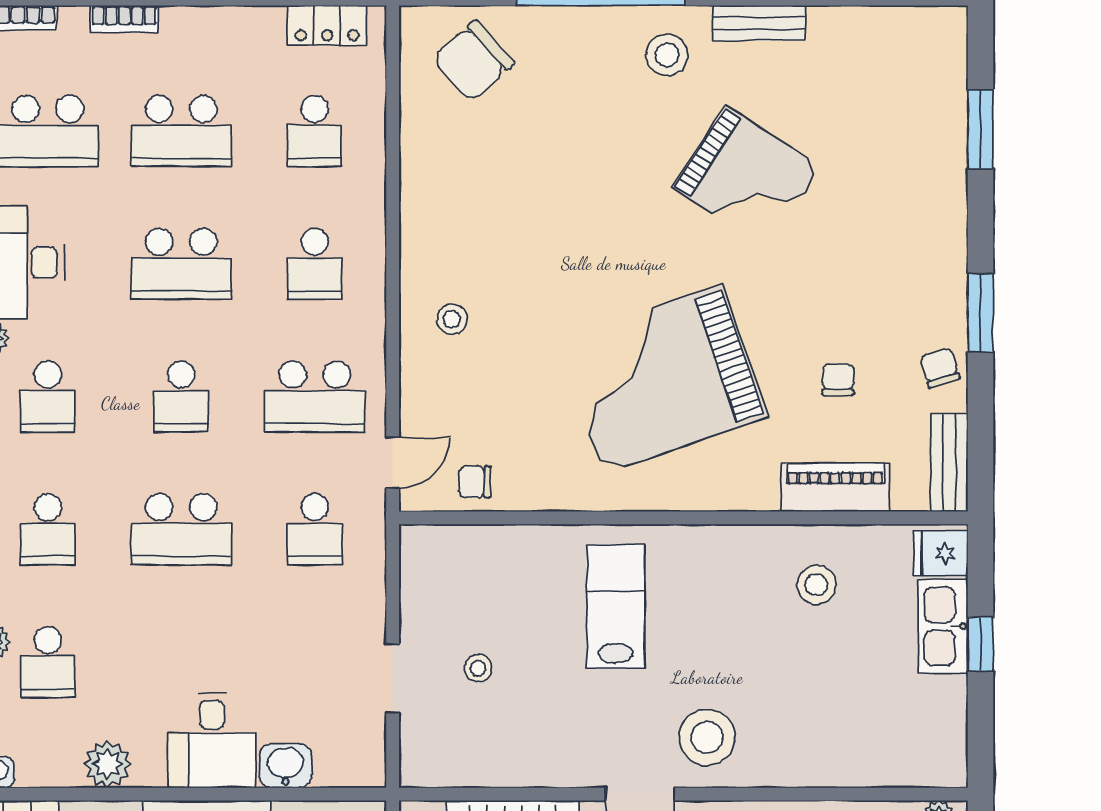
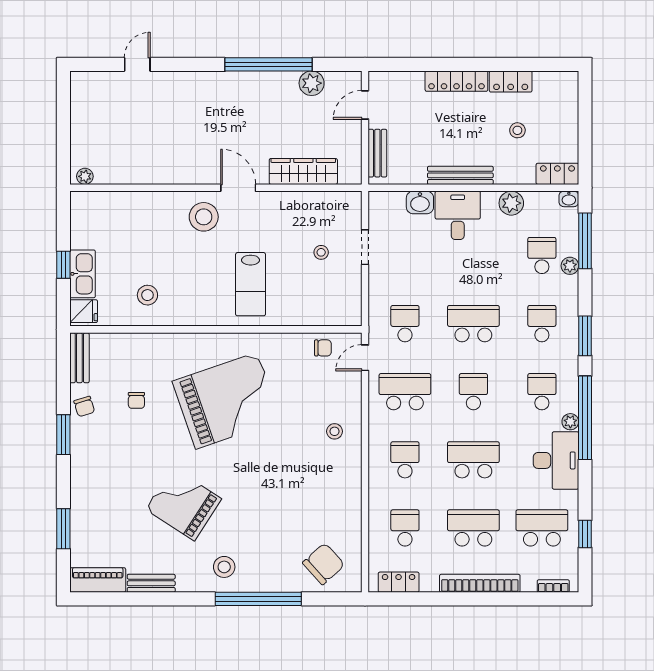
bookcase: (124, 19) -> (480, 583), width x2.31, depth x1.31
bench: (759, 23) -> (151, 583), moved
piano: (835, 487) -> (98, 580), moved, turned 180

